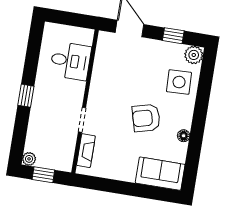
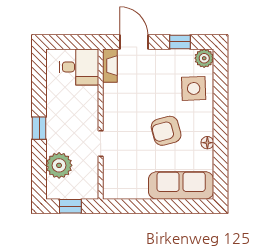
desk: (71, 61) -> (79, 67), moved
fireplace: (86, 151) -> (110, 66), moved
plant: (29, 159) -> (59, 165), moved, width x1.87, depth x1.87
sofa: (160, 174) -> (181, 185), width x1.36

